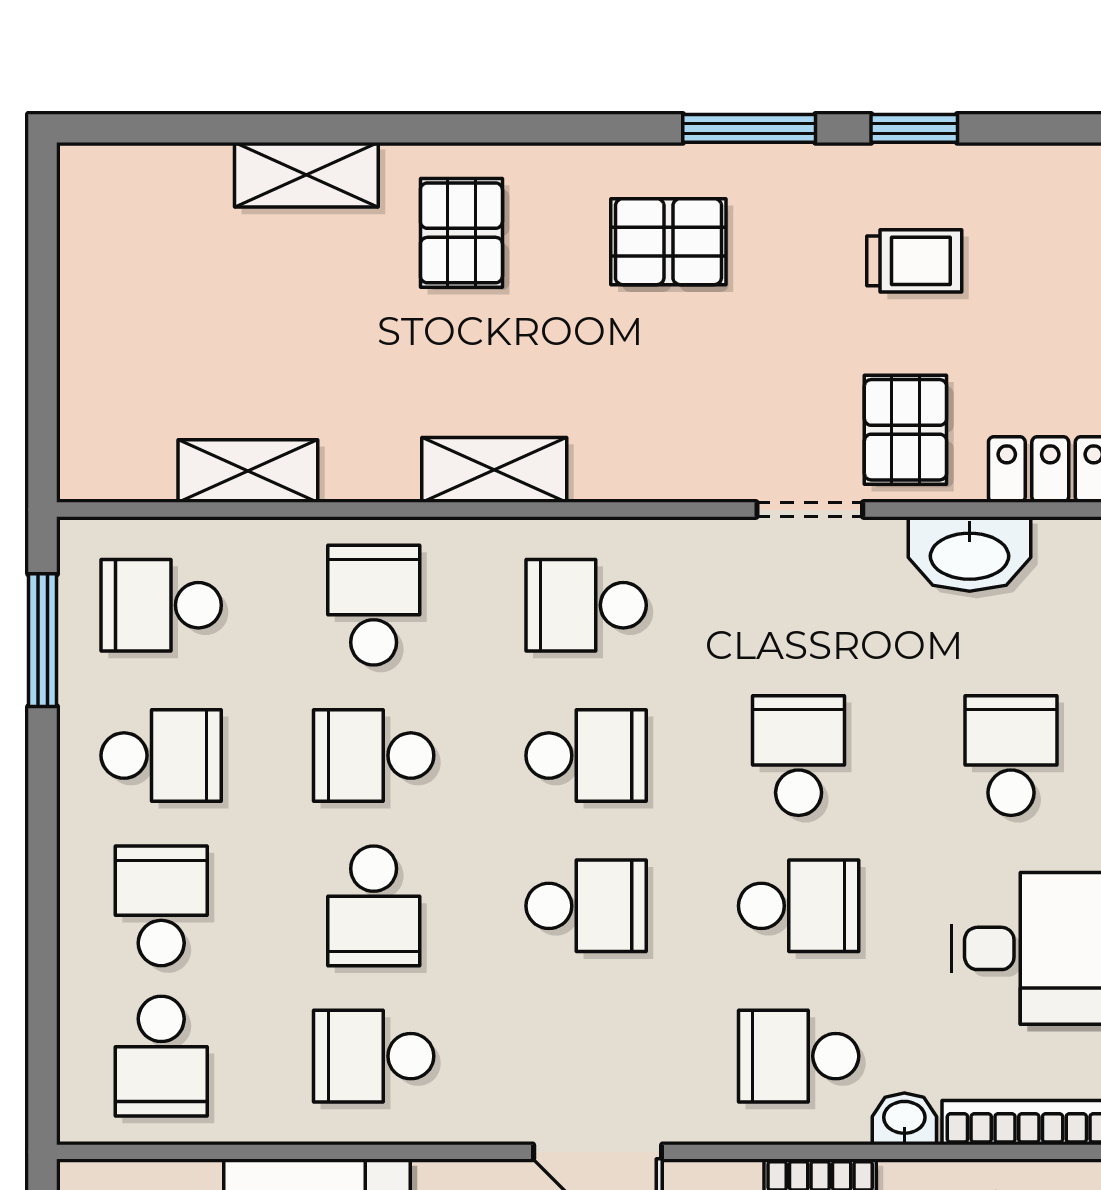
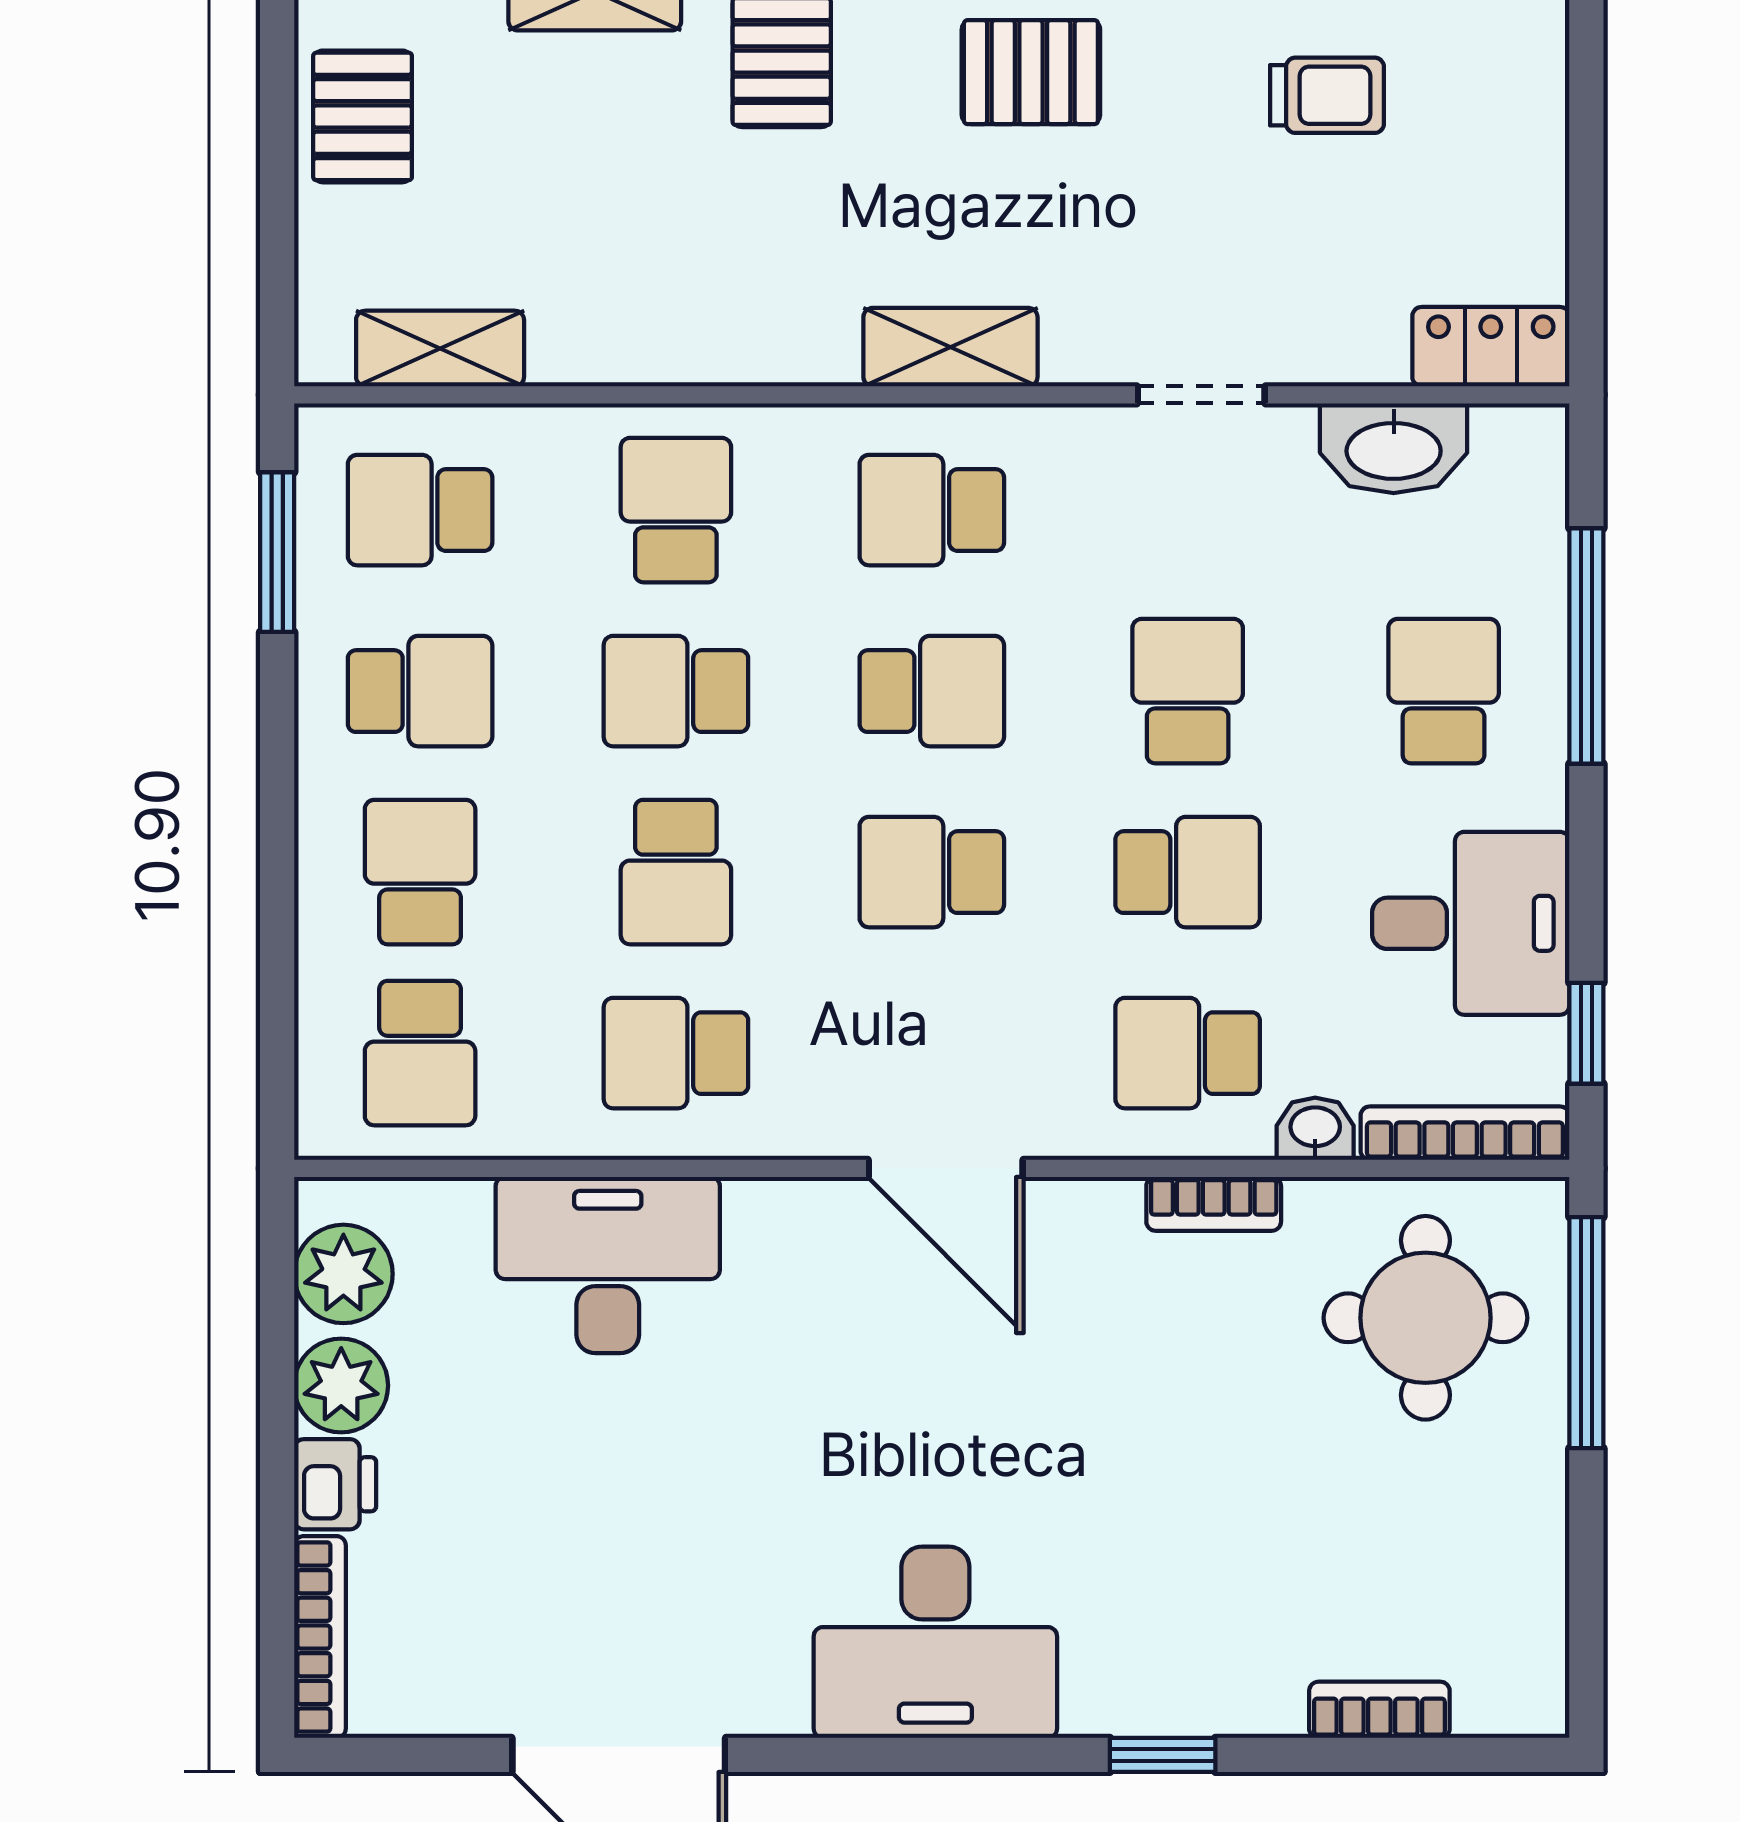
pallet: (905, 430) -> (363, 116), moved
shelving: (494, 470) -> (950, 347), moved
shelving: (248, 471) -> (440, 348), moved
school desk: (586, 906) -> (932, 872), turned 180

